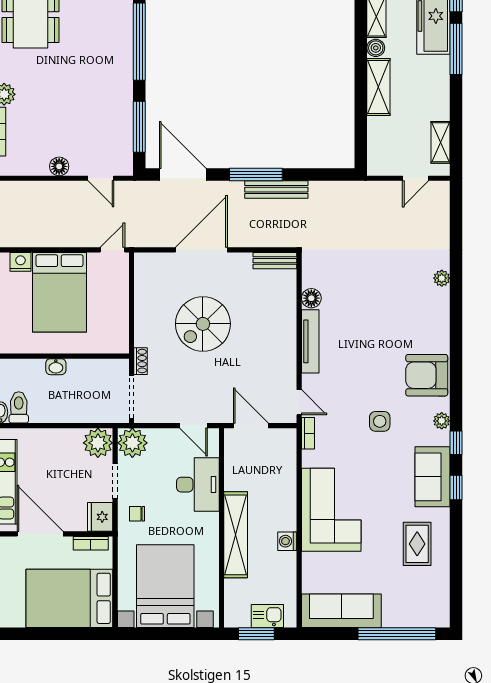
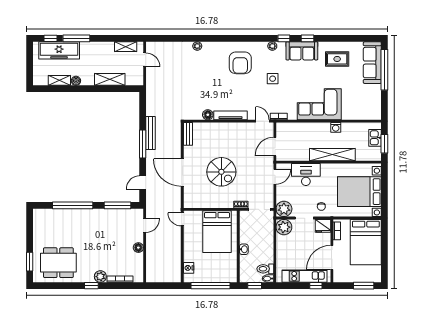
shelving: (378, 87) -> (110, 79), moved
door: (183, 175) -> (143, 182), width x0.53
bed: (59, 292) -> (217, 232), moved, turned 90
armchair: (427, 375) -> (240, 63), moved
door: (299, 402) -> (263, 121), hinge flipped
sofa: (341, 611) -> (372, 63), moved

